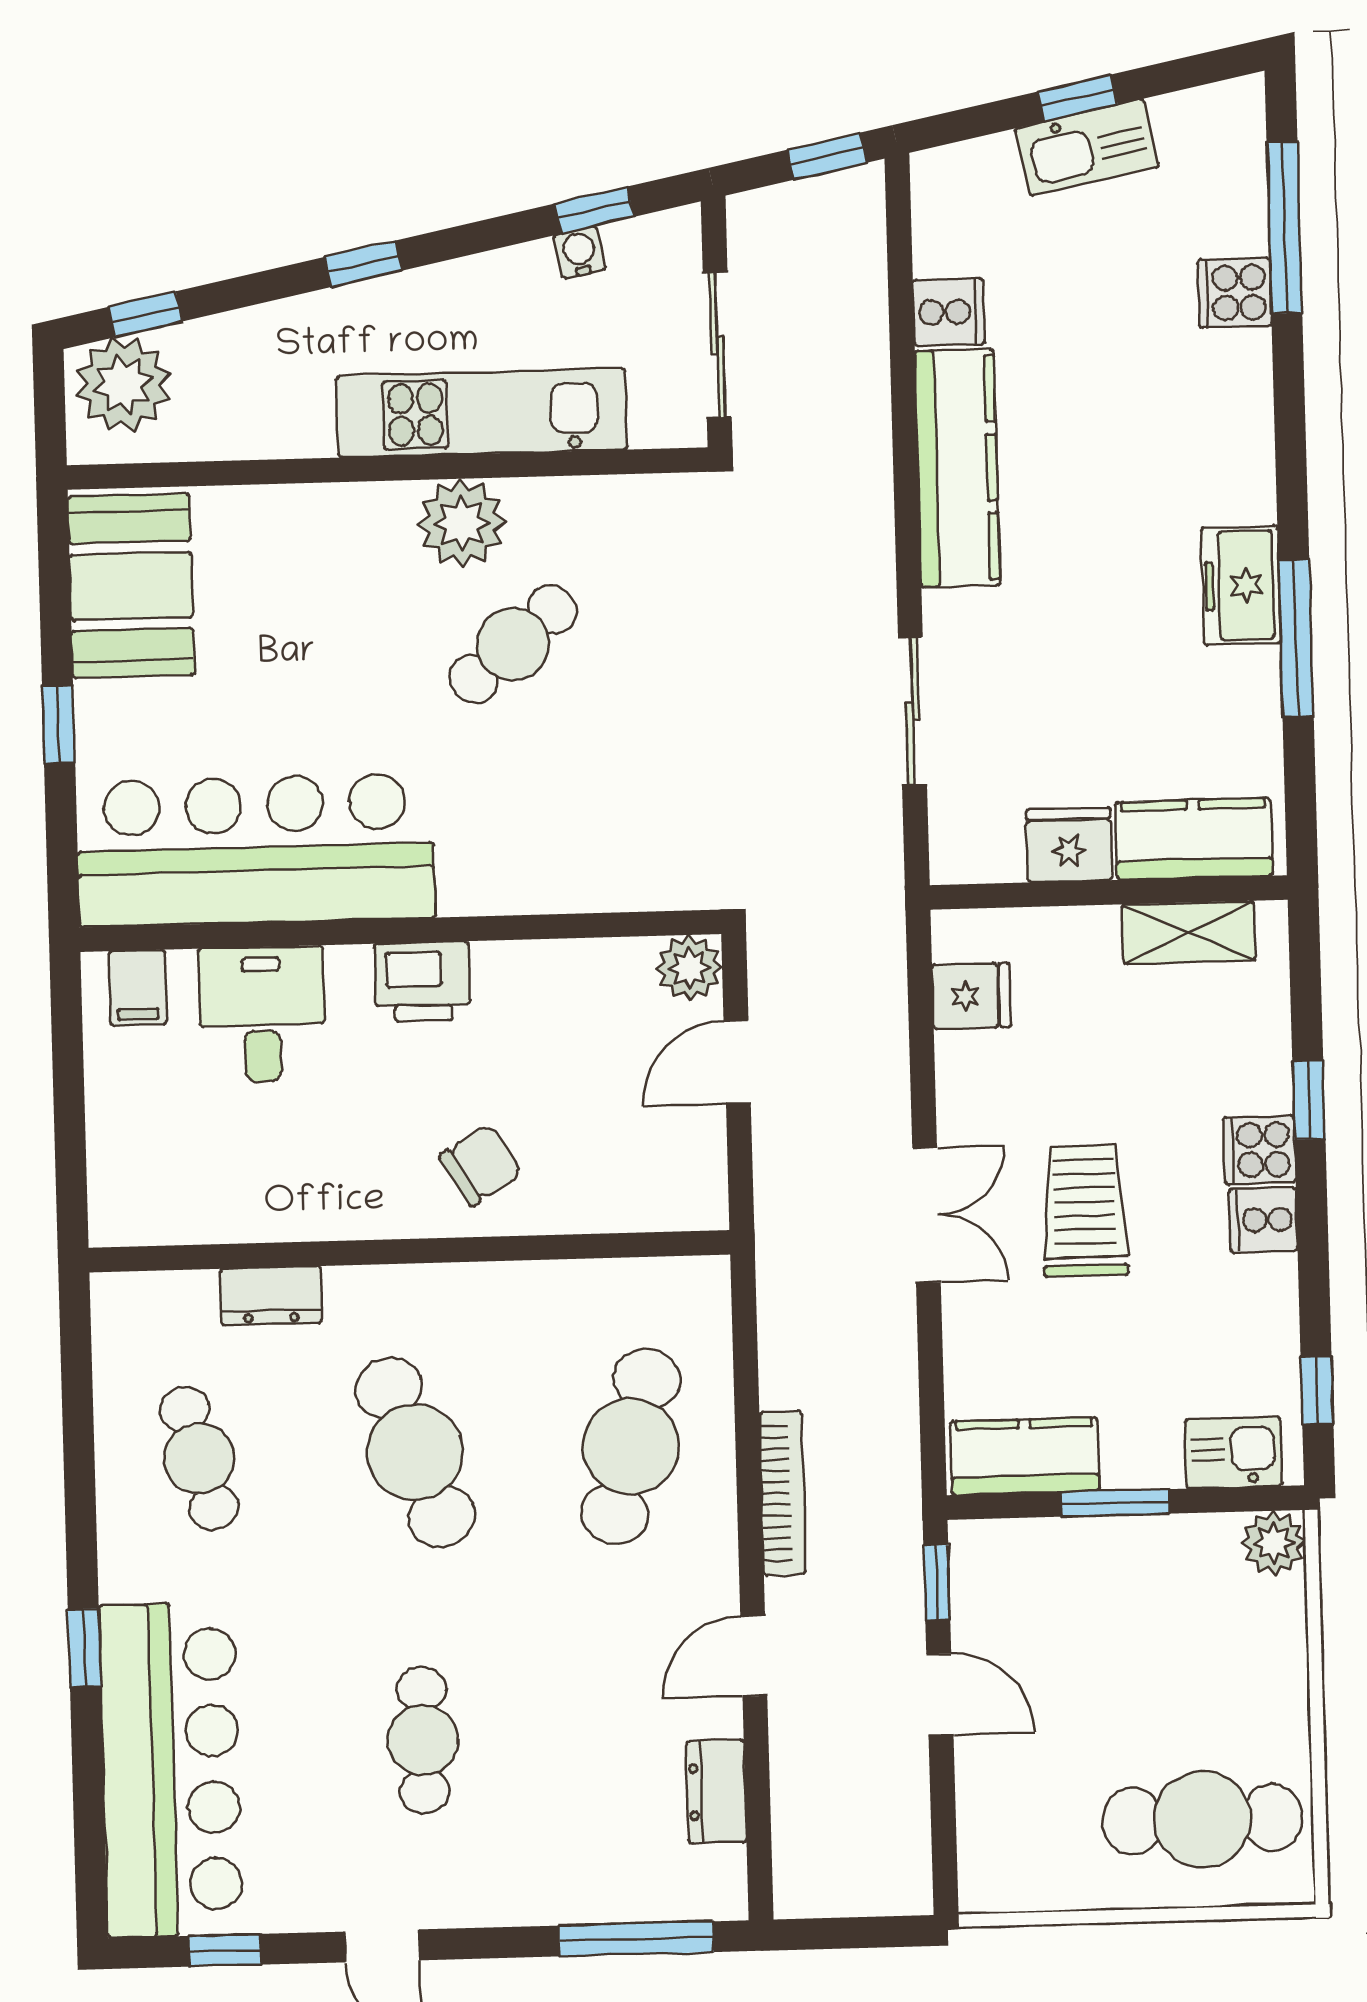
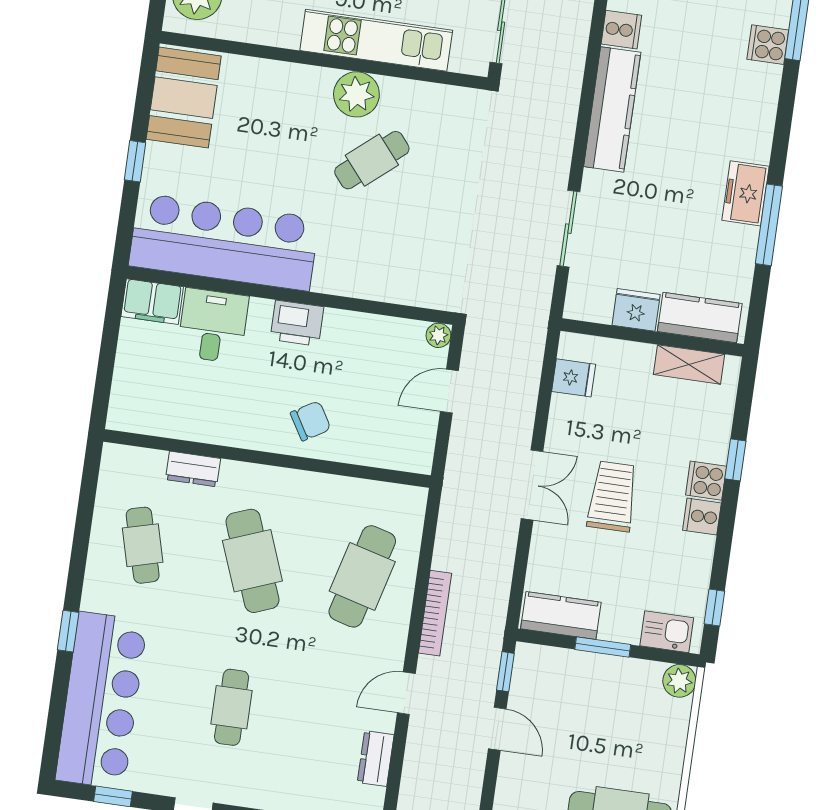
plant: (689, 968) -> (438, 335), width x0.73, depth x0.73
filing cabinet: (138, 988) -> (152, 302), width x2.00

